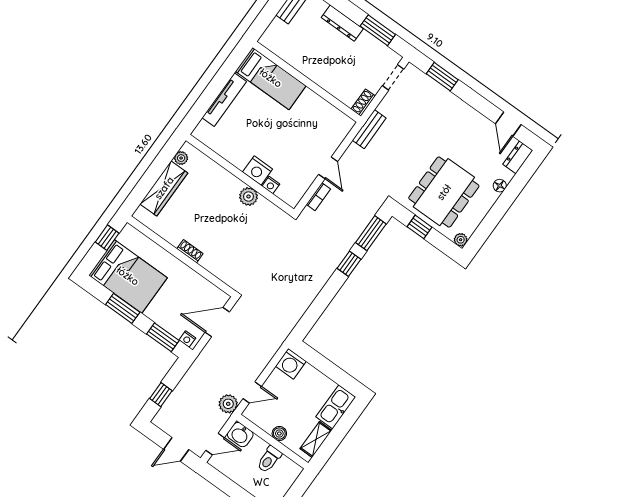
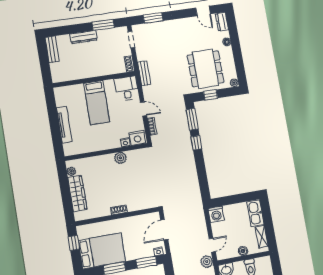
bed: (271, 78) -> (97, 103), moved, turned 90
desk: (332, 127) -> (127, 88), added
nightstand: (258, 171) -> (137, 138), moved

